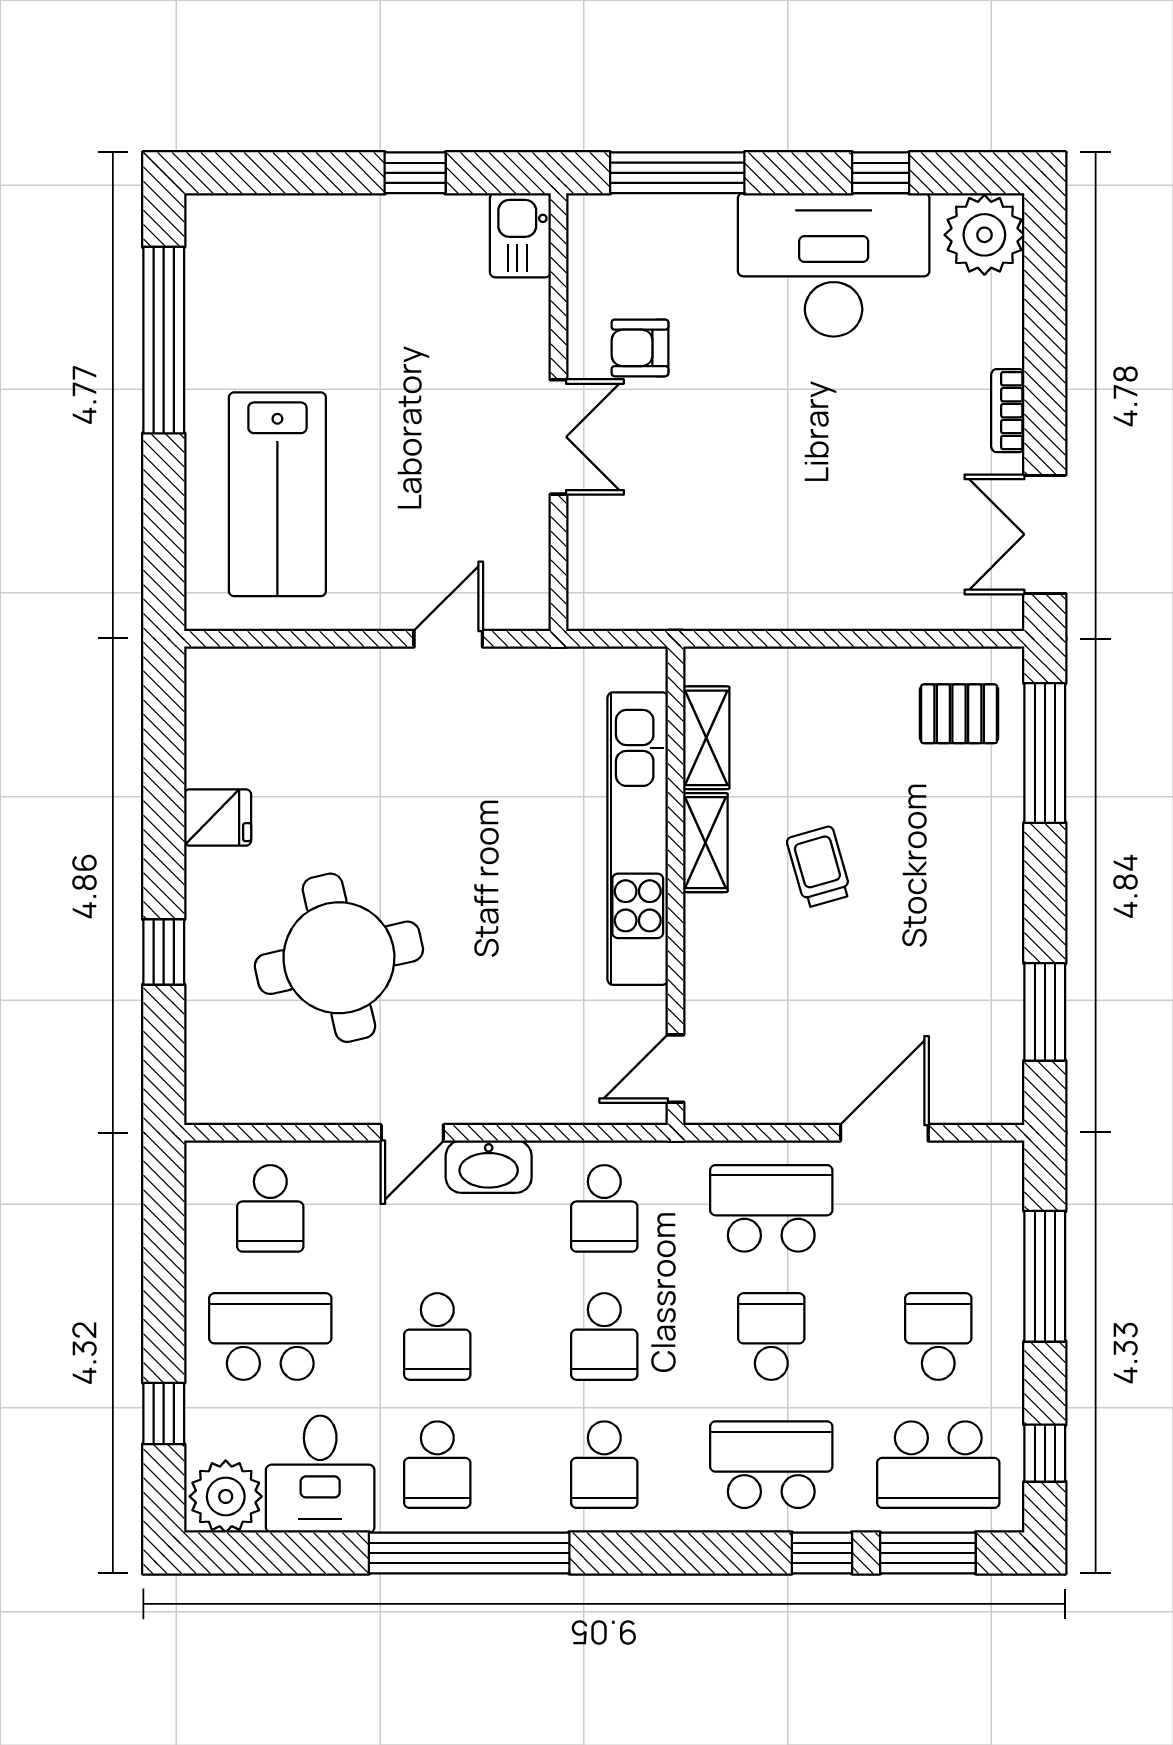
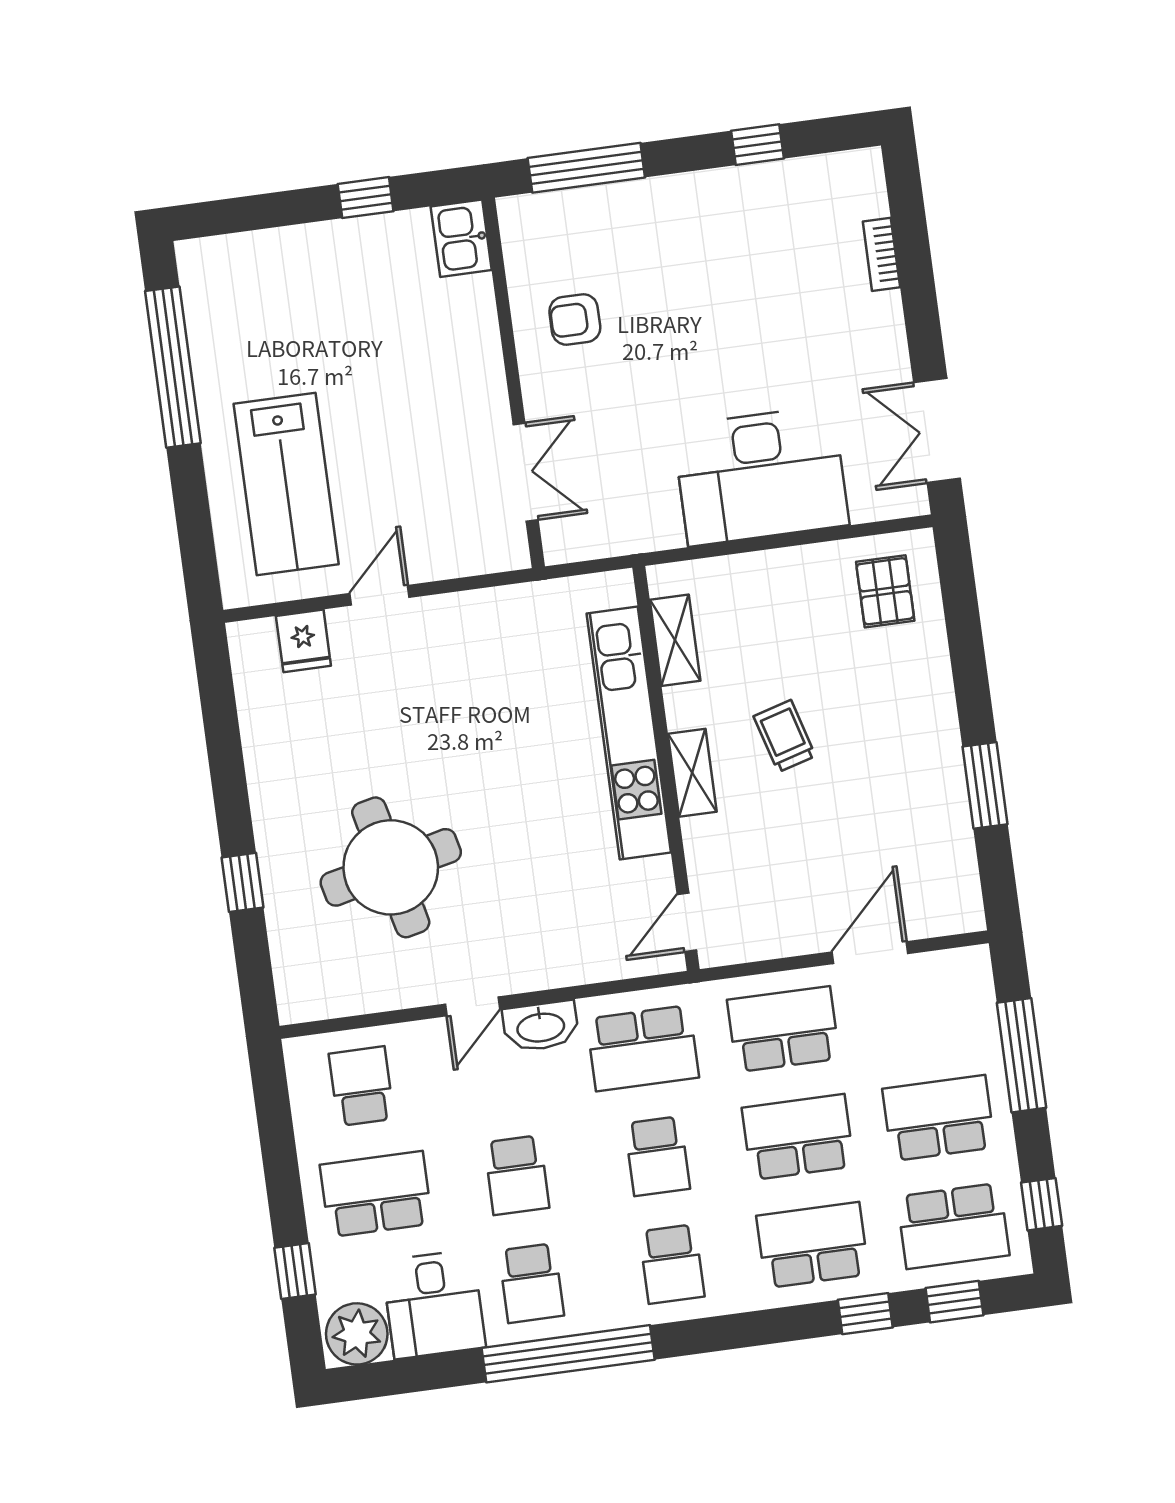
plant: (984, 235) -> (852, 185), removed
desk: (834, 265) -> (761, 476), moved, turned 180
bookcase: (1008, 411) -> (881, 254), moved
double door: (558, 437) -> (526, 472), moved
door: (448, 639) -> (380, 595), moved
pallet: (959, 714) -> (885, 591), turned 90
window: (1045, 753) -> (962, 615), removed
fridge: (218, 818) -> (303, 641), moved, turned 90
shelving: (705, 843) -> (692, 773), moved
window: (1045, 1012) -> (985, 785), moved
school desk: (270, 1208) -> (361, 1086), turned 180
school desk: (604, 1208) -> (643, 1048), width x1.85
school desk: (771, 1337) -> (798, 1137), width x1.85
school desk: (938, 1337) -> (939, 1118), width x1.85
window: (928, 1553) -> (954, 1302), width x0.67

